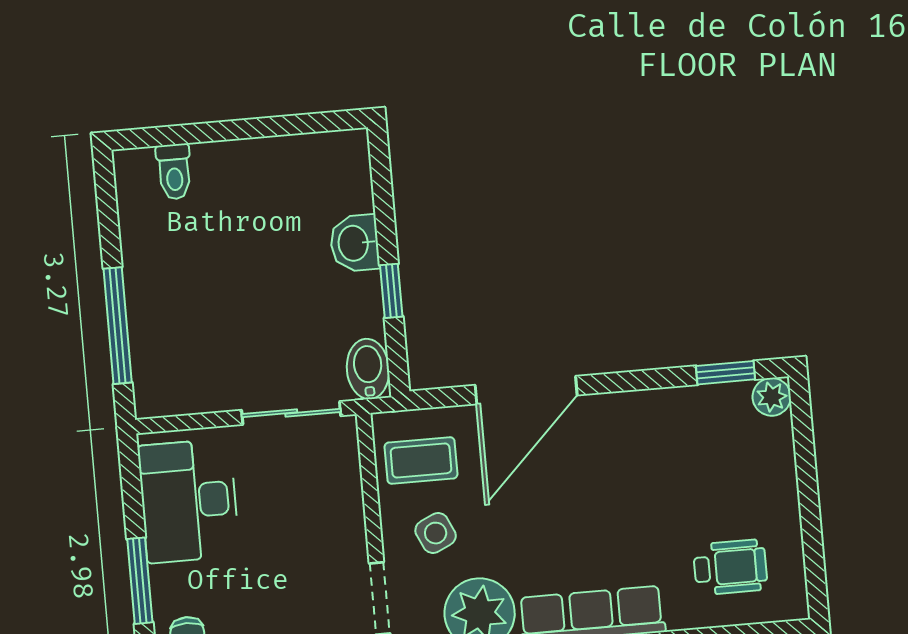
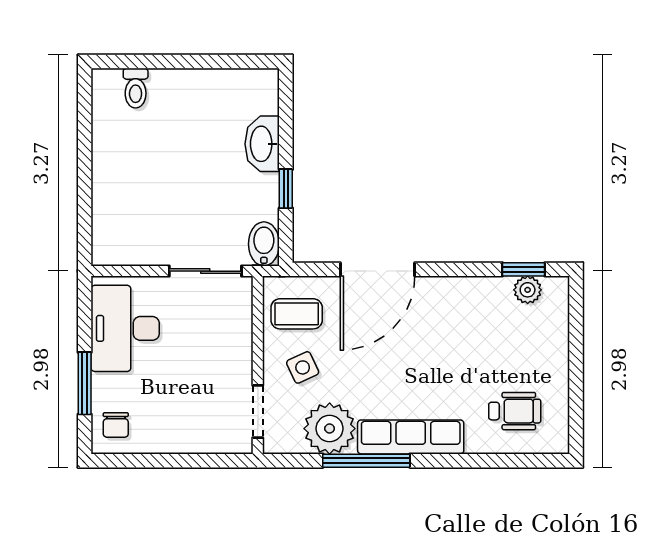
washbasin: (355, 243) -> (262, 144), width x1.38
window: (118, 326) -> (85, 196), removed
plant: (772, 397) -> (528, 290), moved

